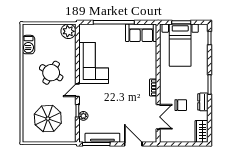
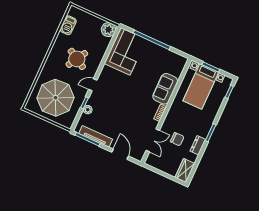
sofa: (141, 33) -> (165, 89), moved, turned 90
corner sofa: (94, 63) -> (125, 51), moved
parasol: (48, 119) -> (55, 98), width x1.36, depth x1.36

